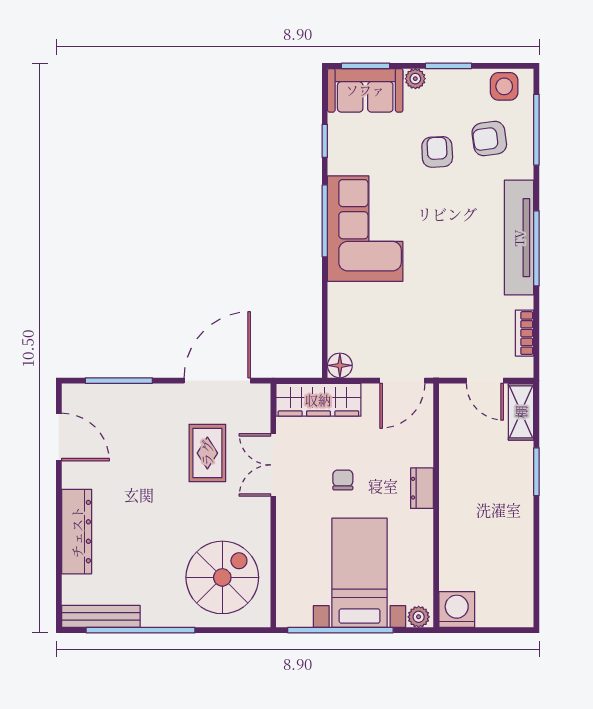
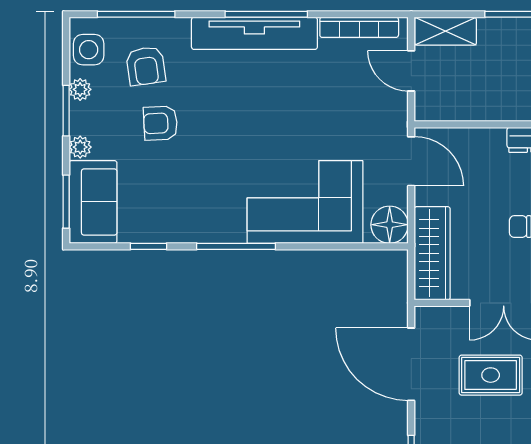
plant: (468, 79) -> (80, 89), added
corner sofa: (365, 229) -> (305, 202), moved
bookcase: (525, 333) -> (359, 27), width x1.56
floor lamp: (340, 365) -> (390, 225), width x1.38, depth x1.38
door: (485, 381) -> (411, 71), swing flipped

